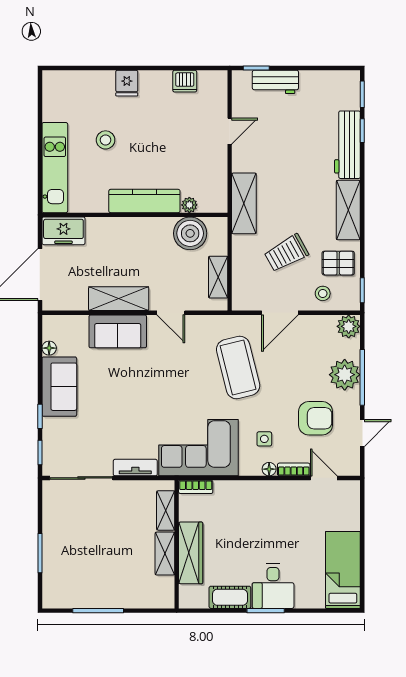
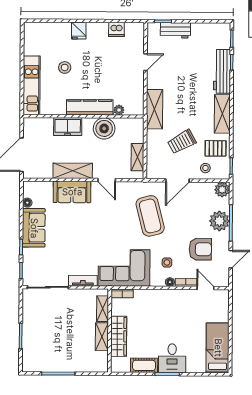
freezer: (63, 231) -> (68, 127), moved
boiler: (190, 233) -> (104, 128), moved

